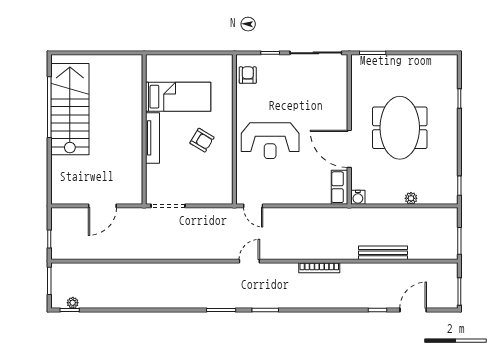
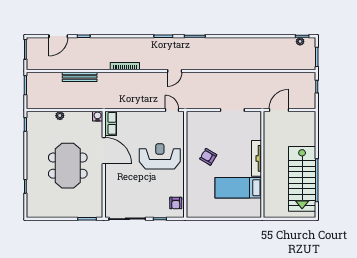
bed: (178, 97) -> (238, 188), moved
wall: (144, 129) -> (262, 164), moved
tv unit: (153, 138) -> (256, 158), moved

